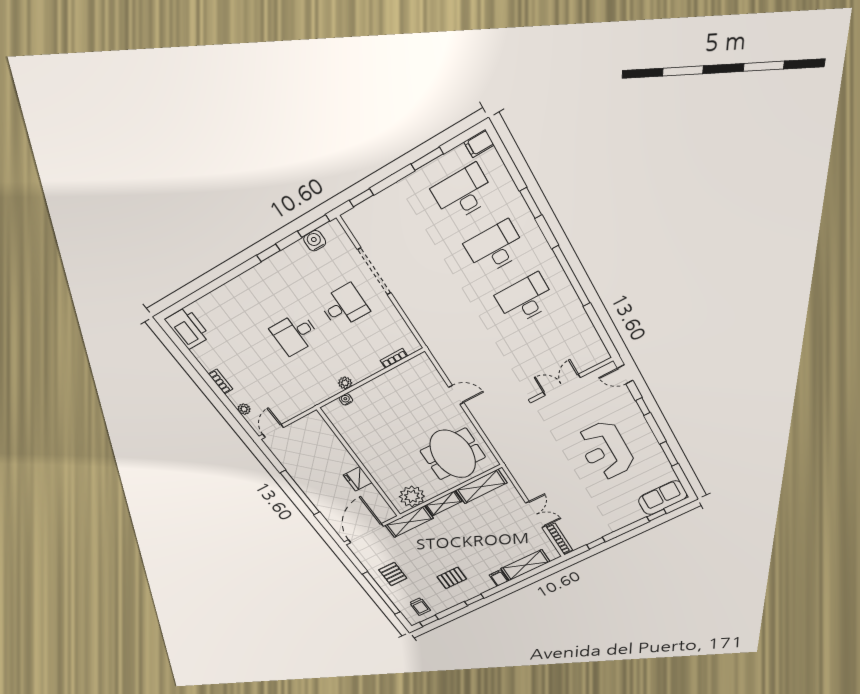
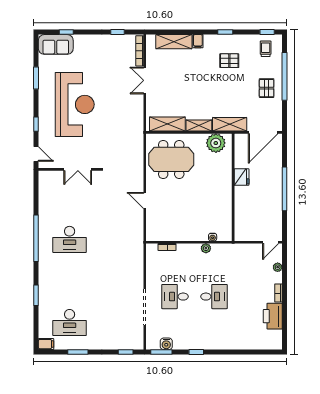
desk: (495, 248) -> (70, 281), removed
printer: (188, 328) -> (273, 316), moved
reception desk: (606, 451) -> (75, 104), width x1.36, depth x1.30
meeting table: (453, 454) -> (171, 159), turned 90

